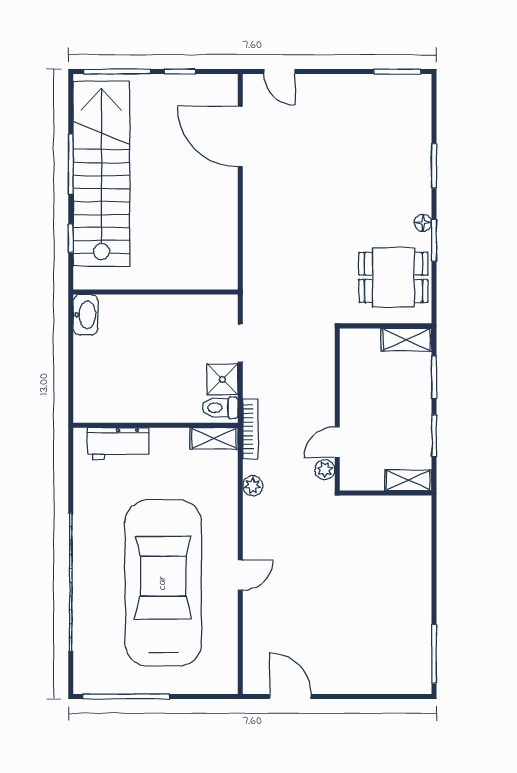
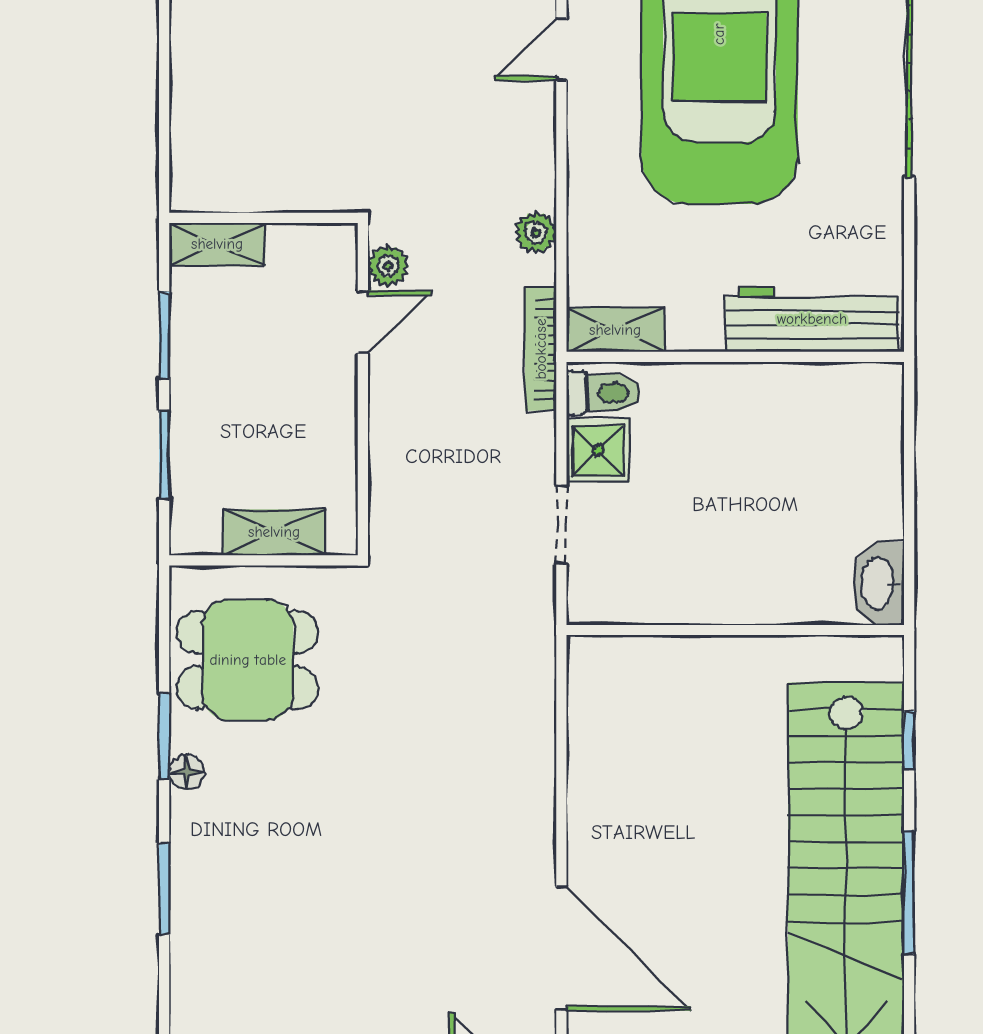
shelving: (406, 340) -> (274, 532), moved
workbench: (118, 444) -> (812, 319), width x1.38

